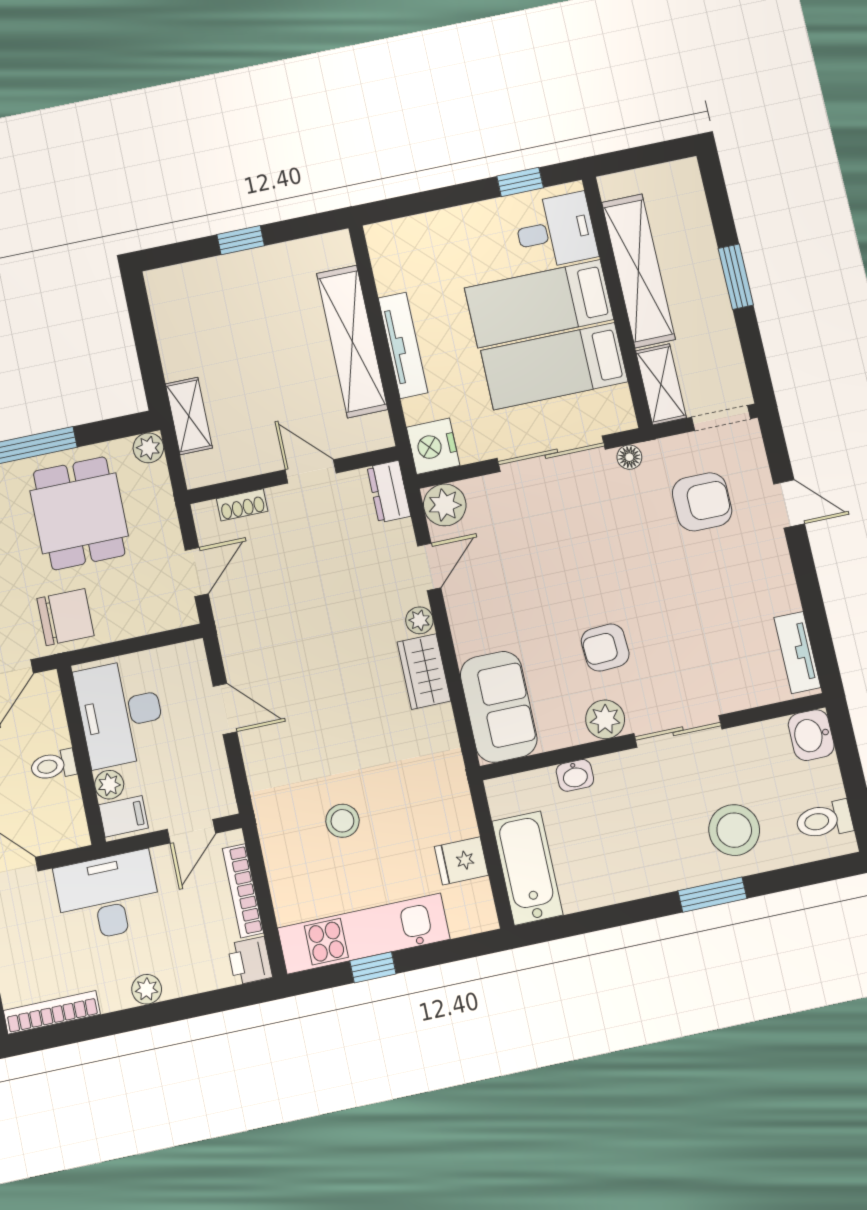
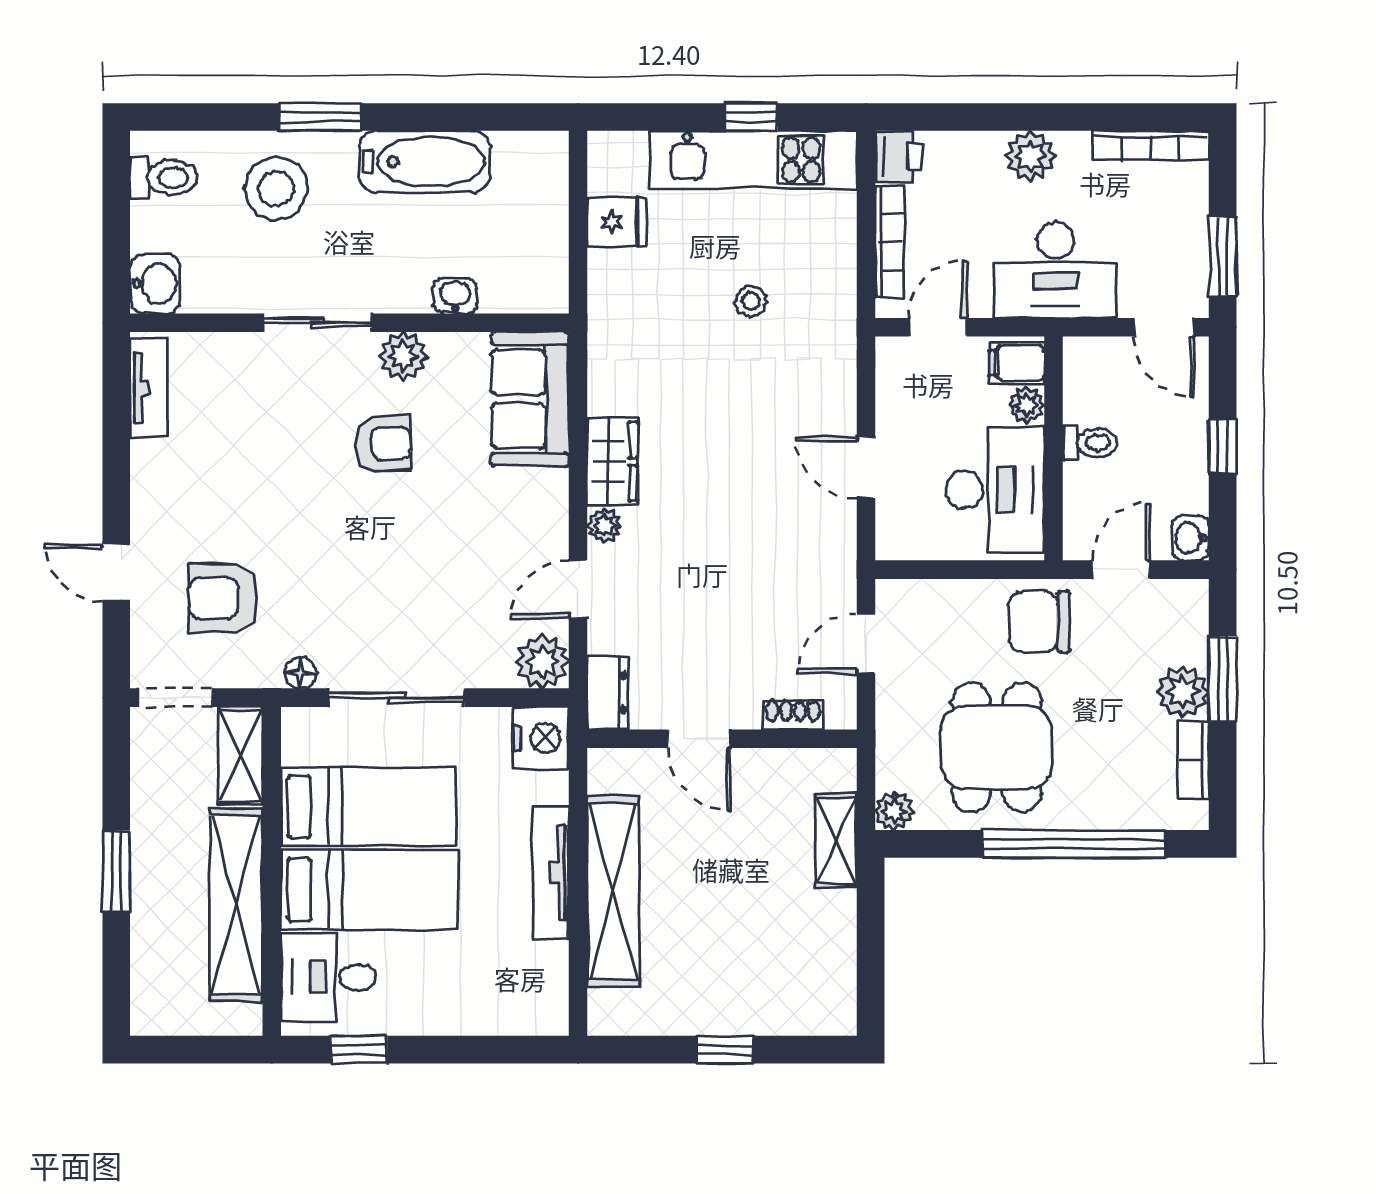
stool: (342, 821) -> (751, 301), width x0.73, depth x0.73
bathtub: (527, 868) -> (424, 162), moved, turned -90
plant: (147, 989) -> (1031, 156), width x1.38, depth x1.38

